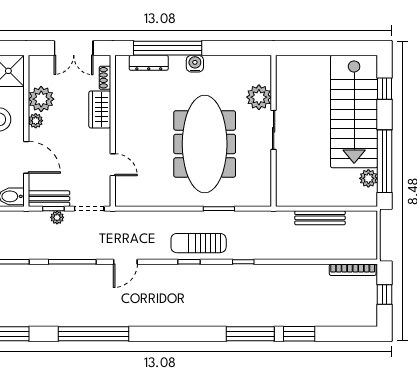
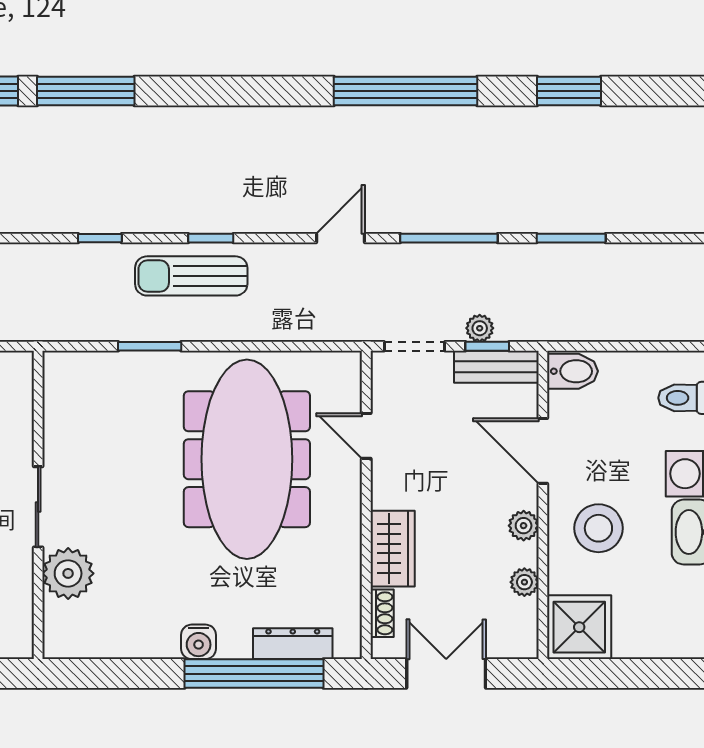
plant: (41, 99) -> (524, 582), width x0.53, depth x0.53
meeting table: (205, 144) -> (247, 459), moved
sun lounger: (199, 243) -> (191, 276), turned 180

